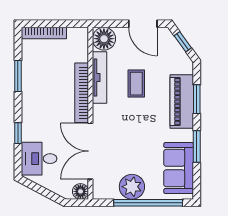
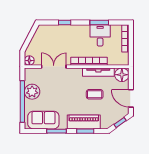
door: (143, 24) -> (131, 98), hinge flipped
double door: (90, 151) -> (54, 67), width x0.73
desk: (39, 159) -> (100, 35), moved

